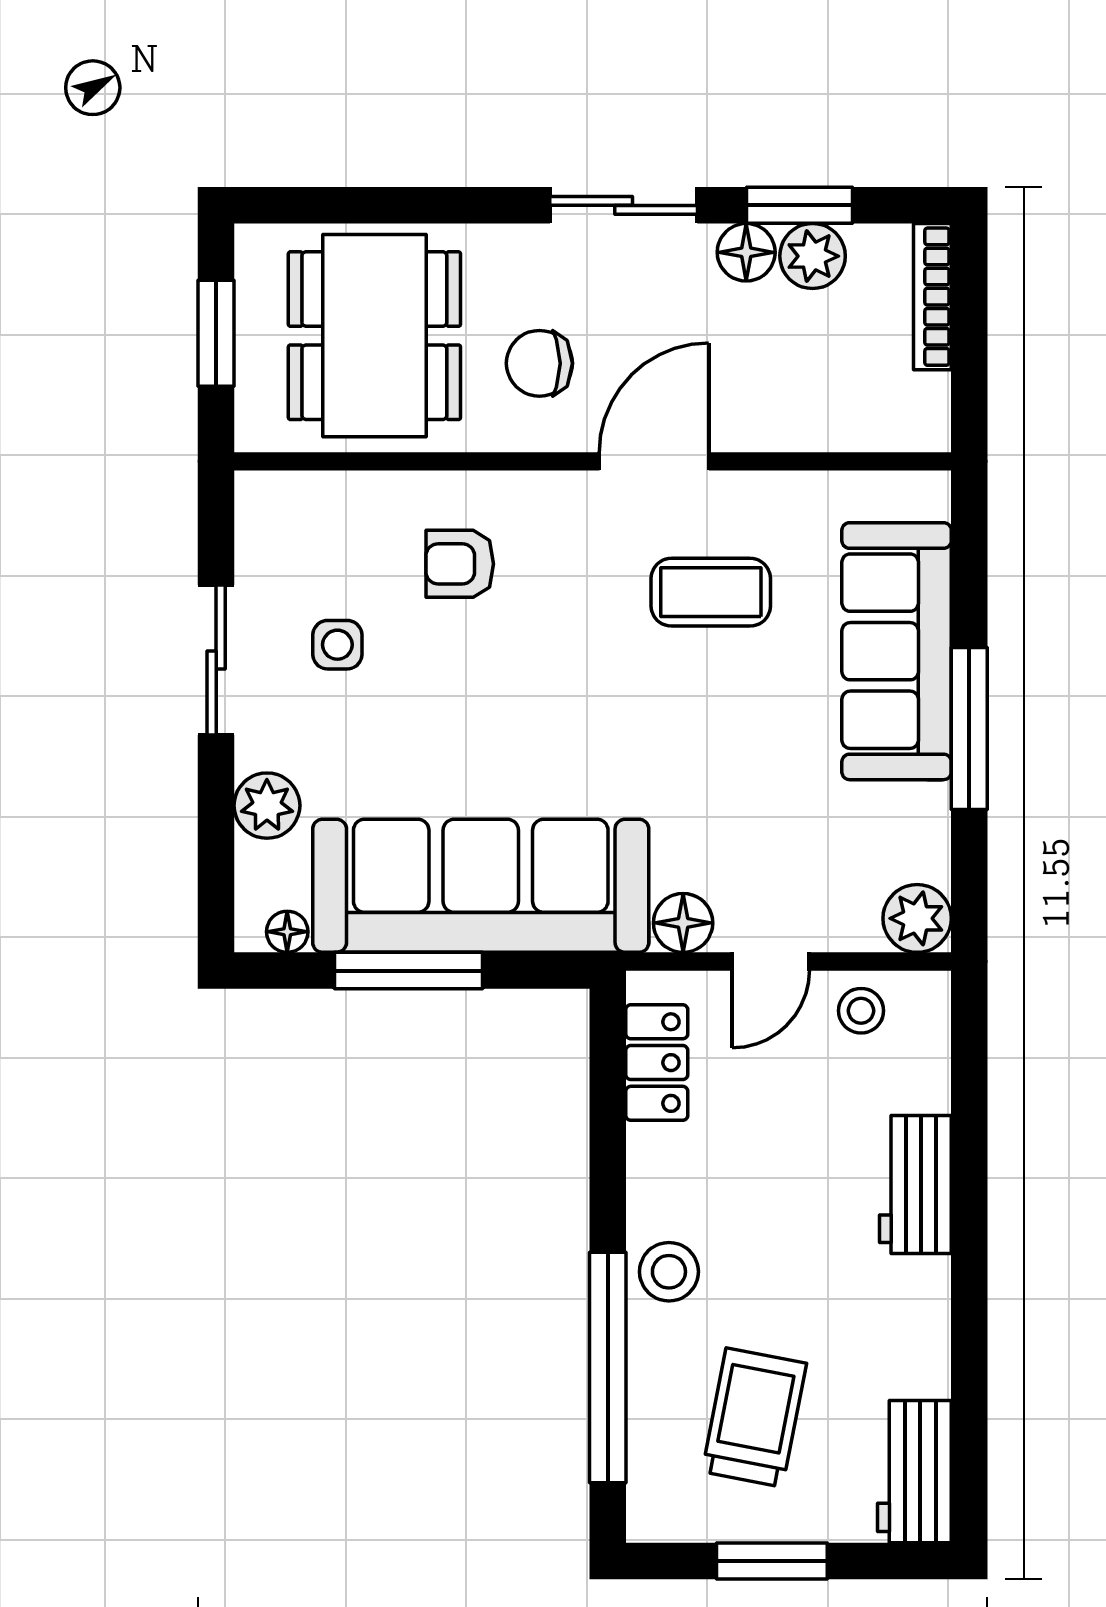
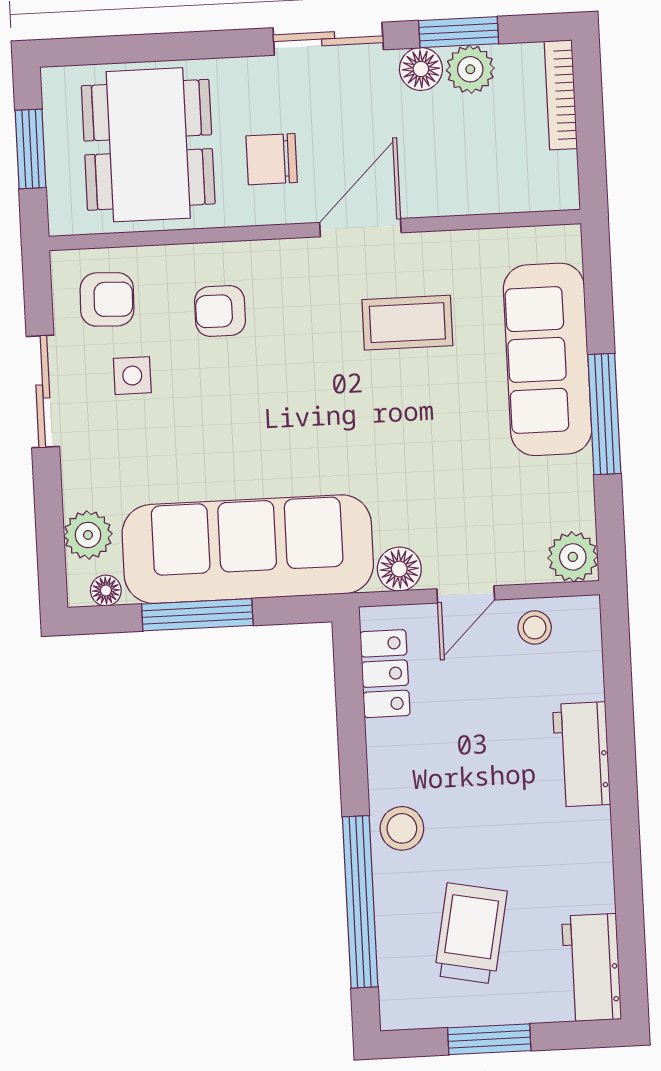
armchair: (309, 541) -> (107, 299), added
plant: (267, 806) -> (88, 535), moved

